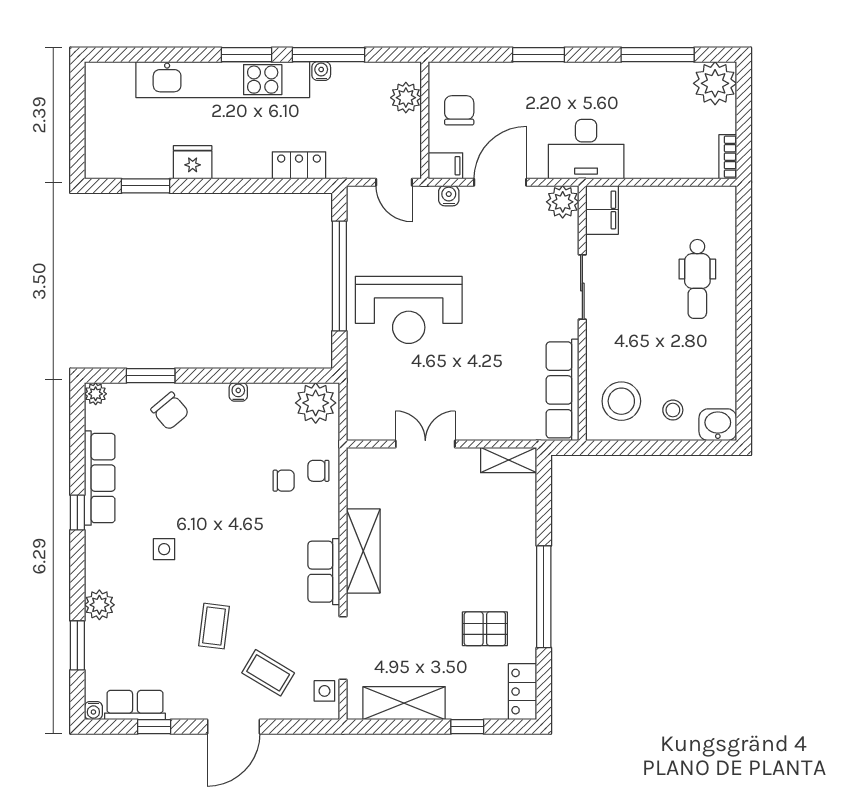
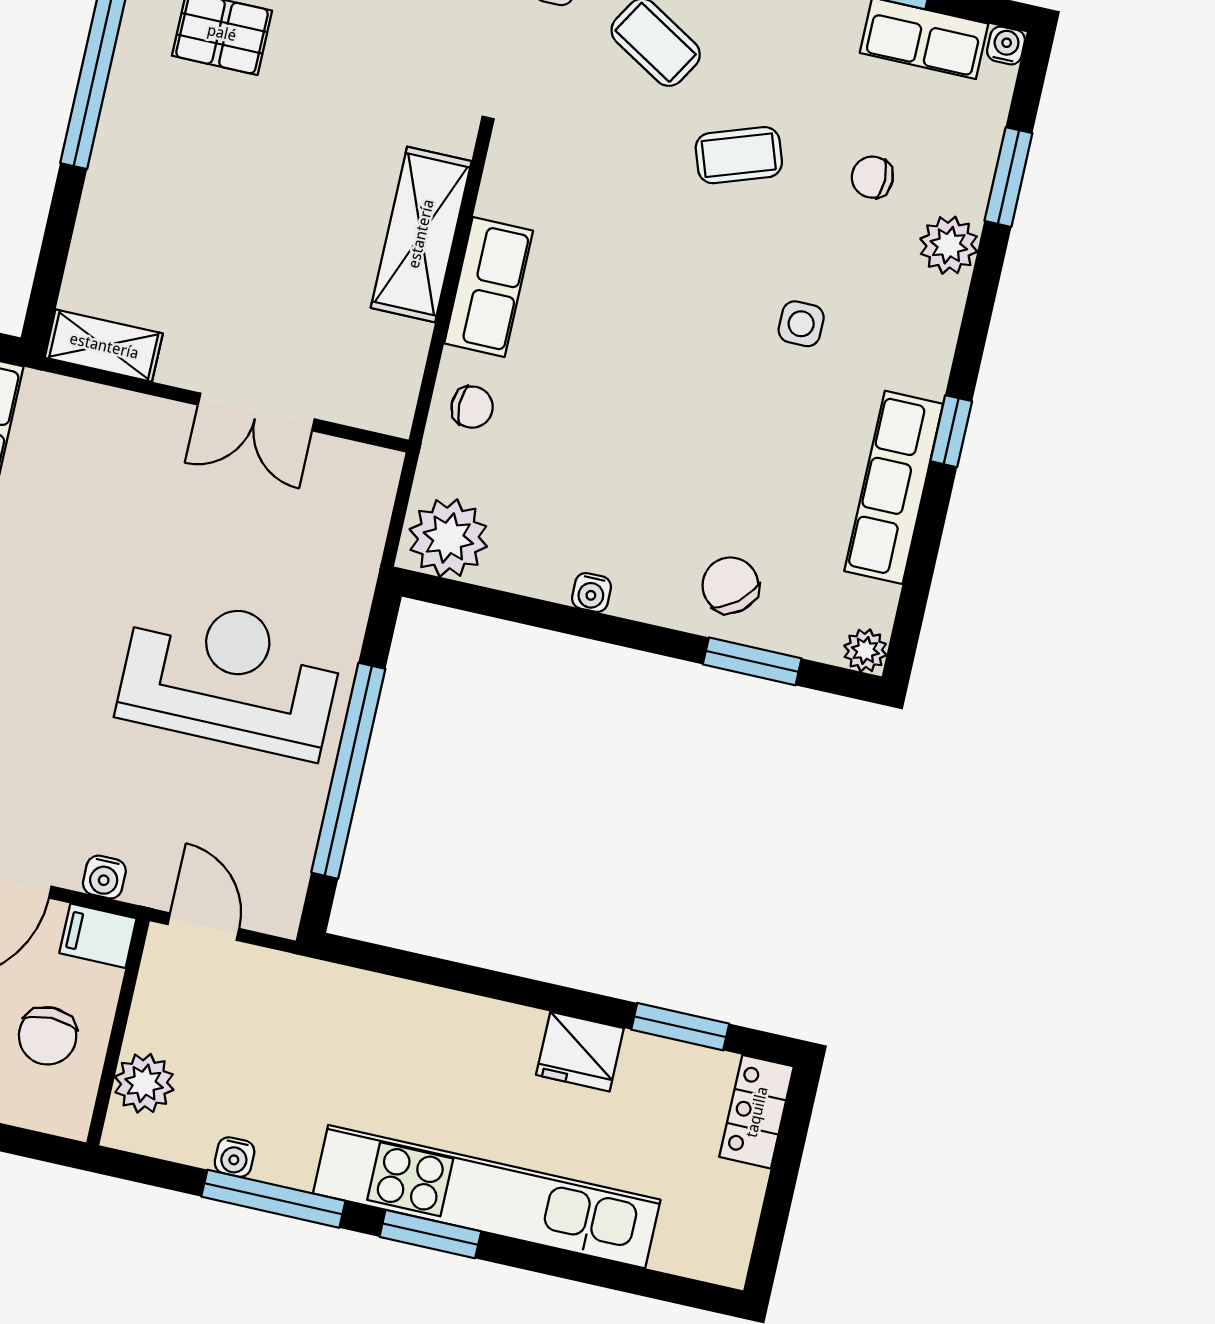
water cooler: (321, 71) -> (235, 1157), moved
locker: (299, 165) -> (757, 1112), moved, turned 90
chair: (284, 481) -> (872, 177), moved
row of seats: (324, 572) -> (489, 287), moved
coffee table: (214, 626) -> (739, 155), turned 64

